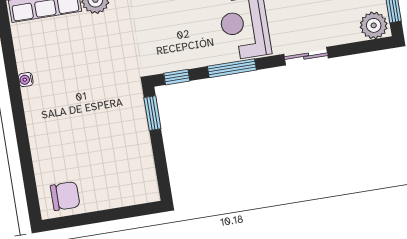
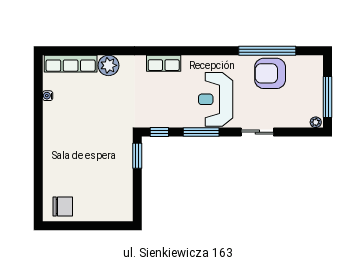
plant: (374, 25) -> (316, 122), width x0.53, depth x0.53
water cooler: (26, 80) -> (48, 96), moved

